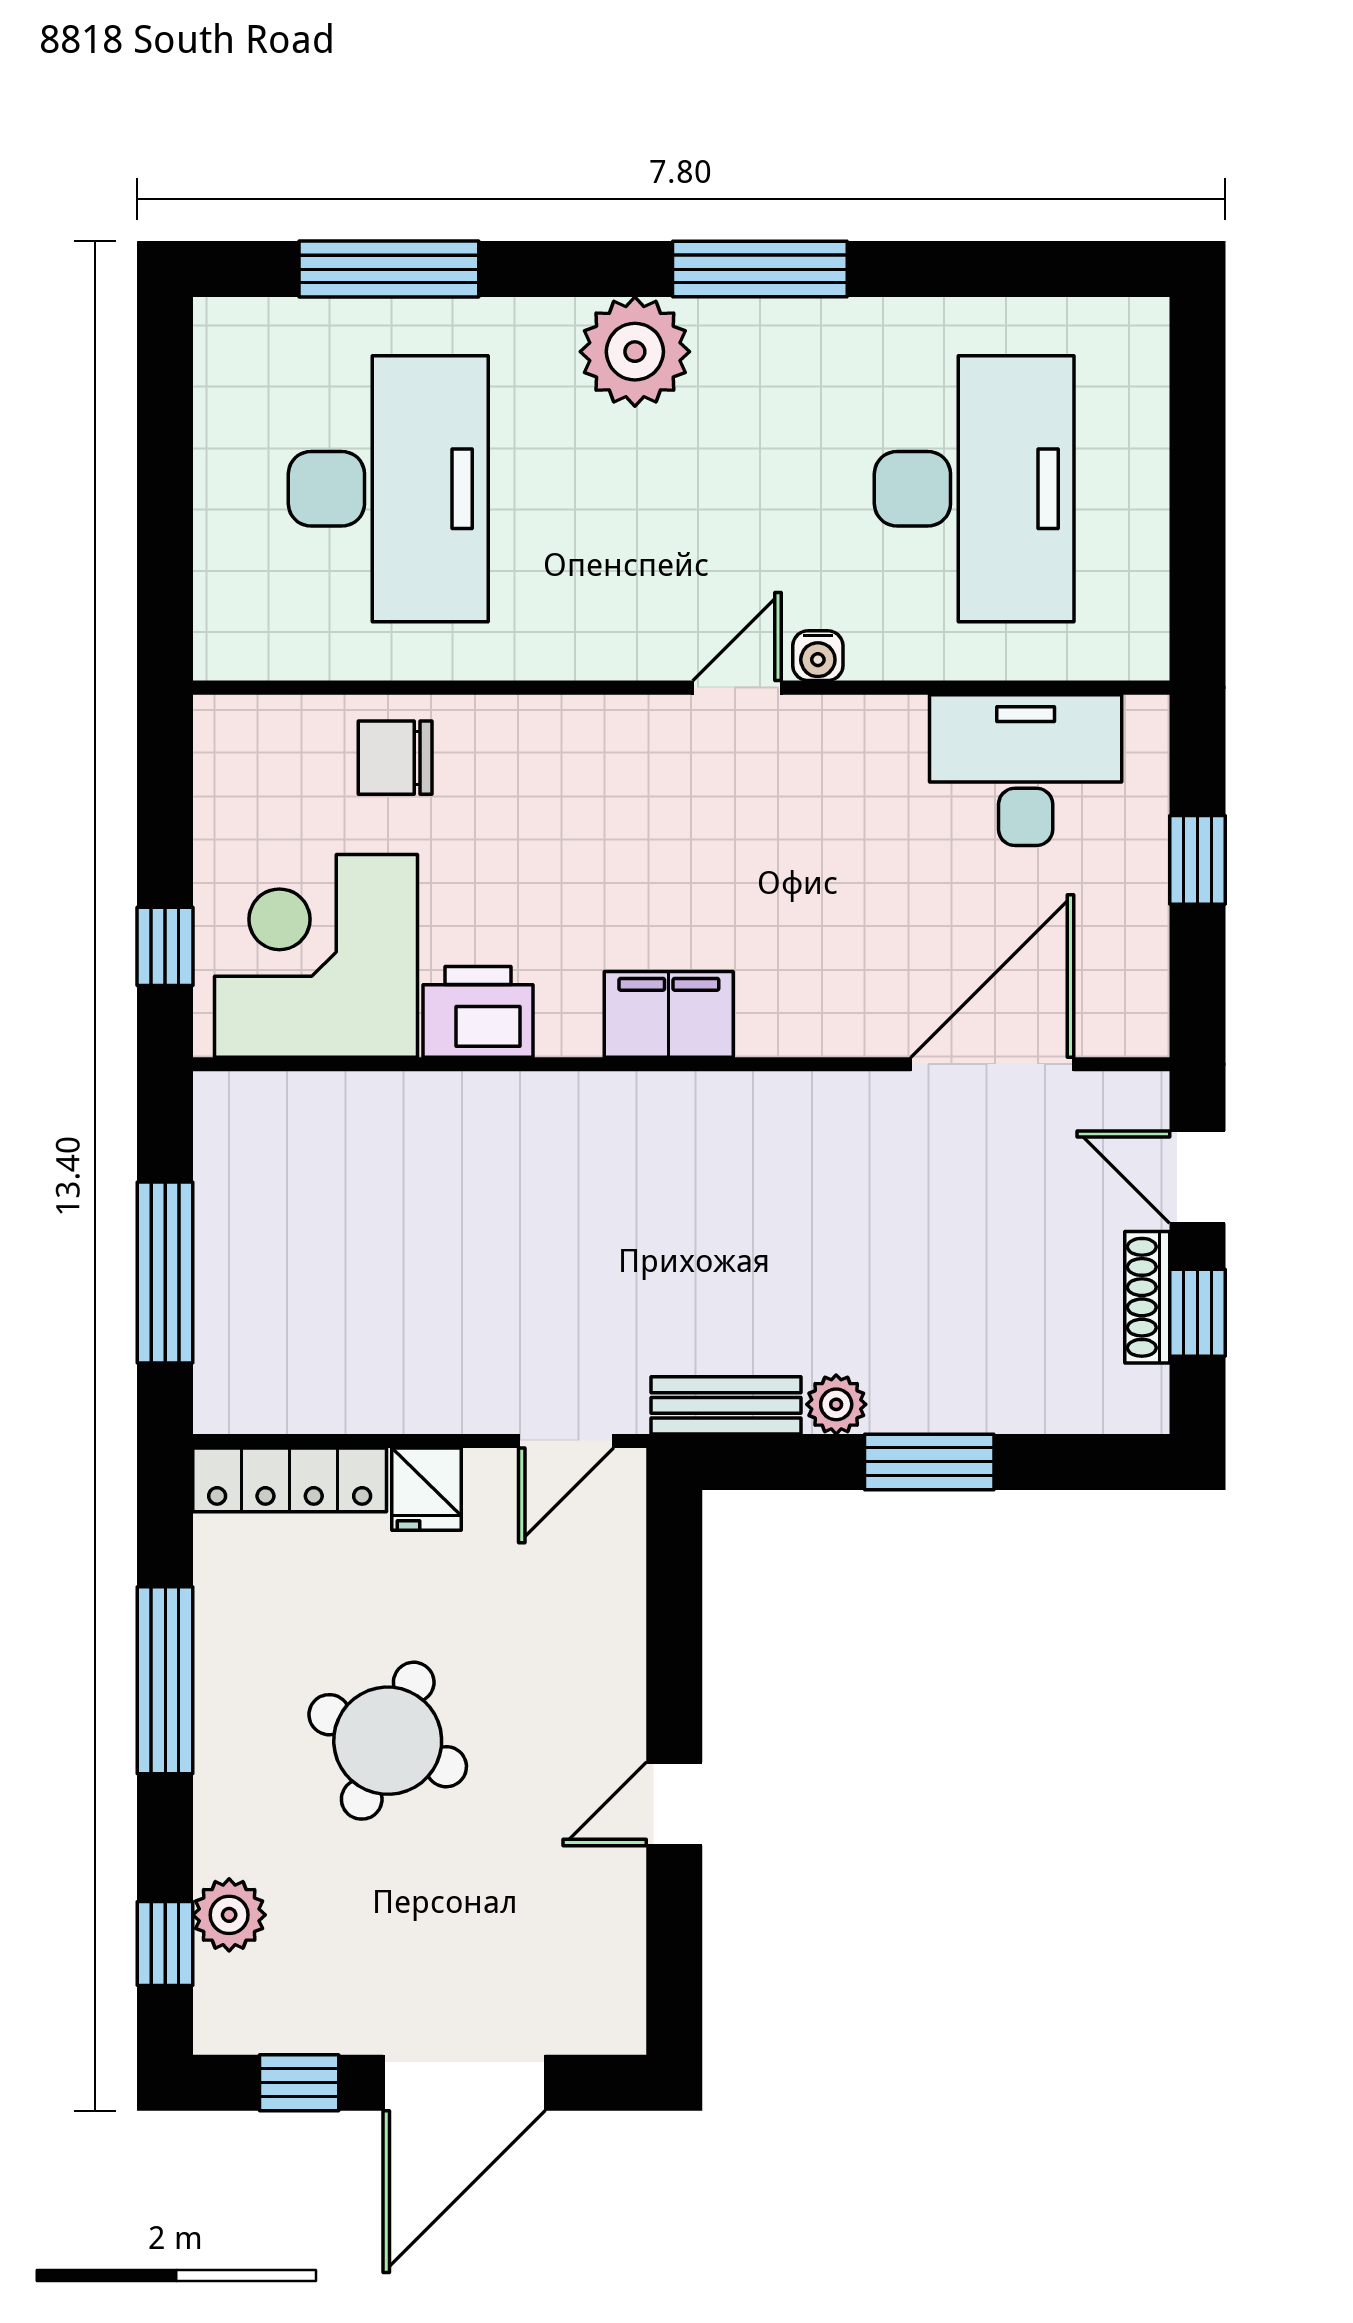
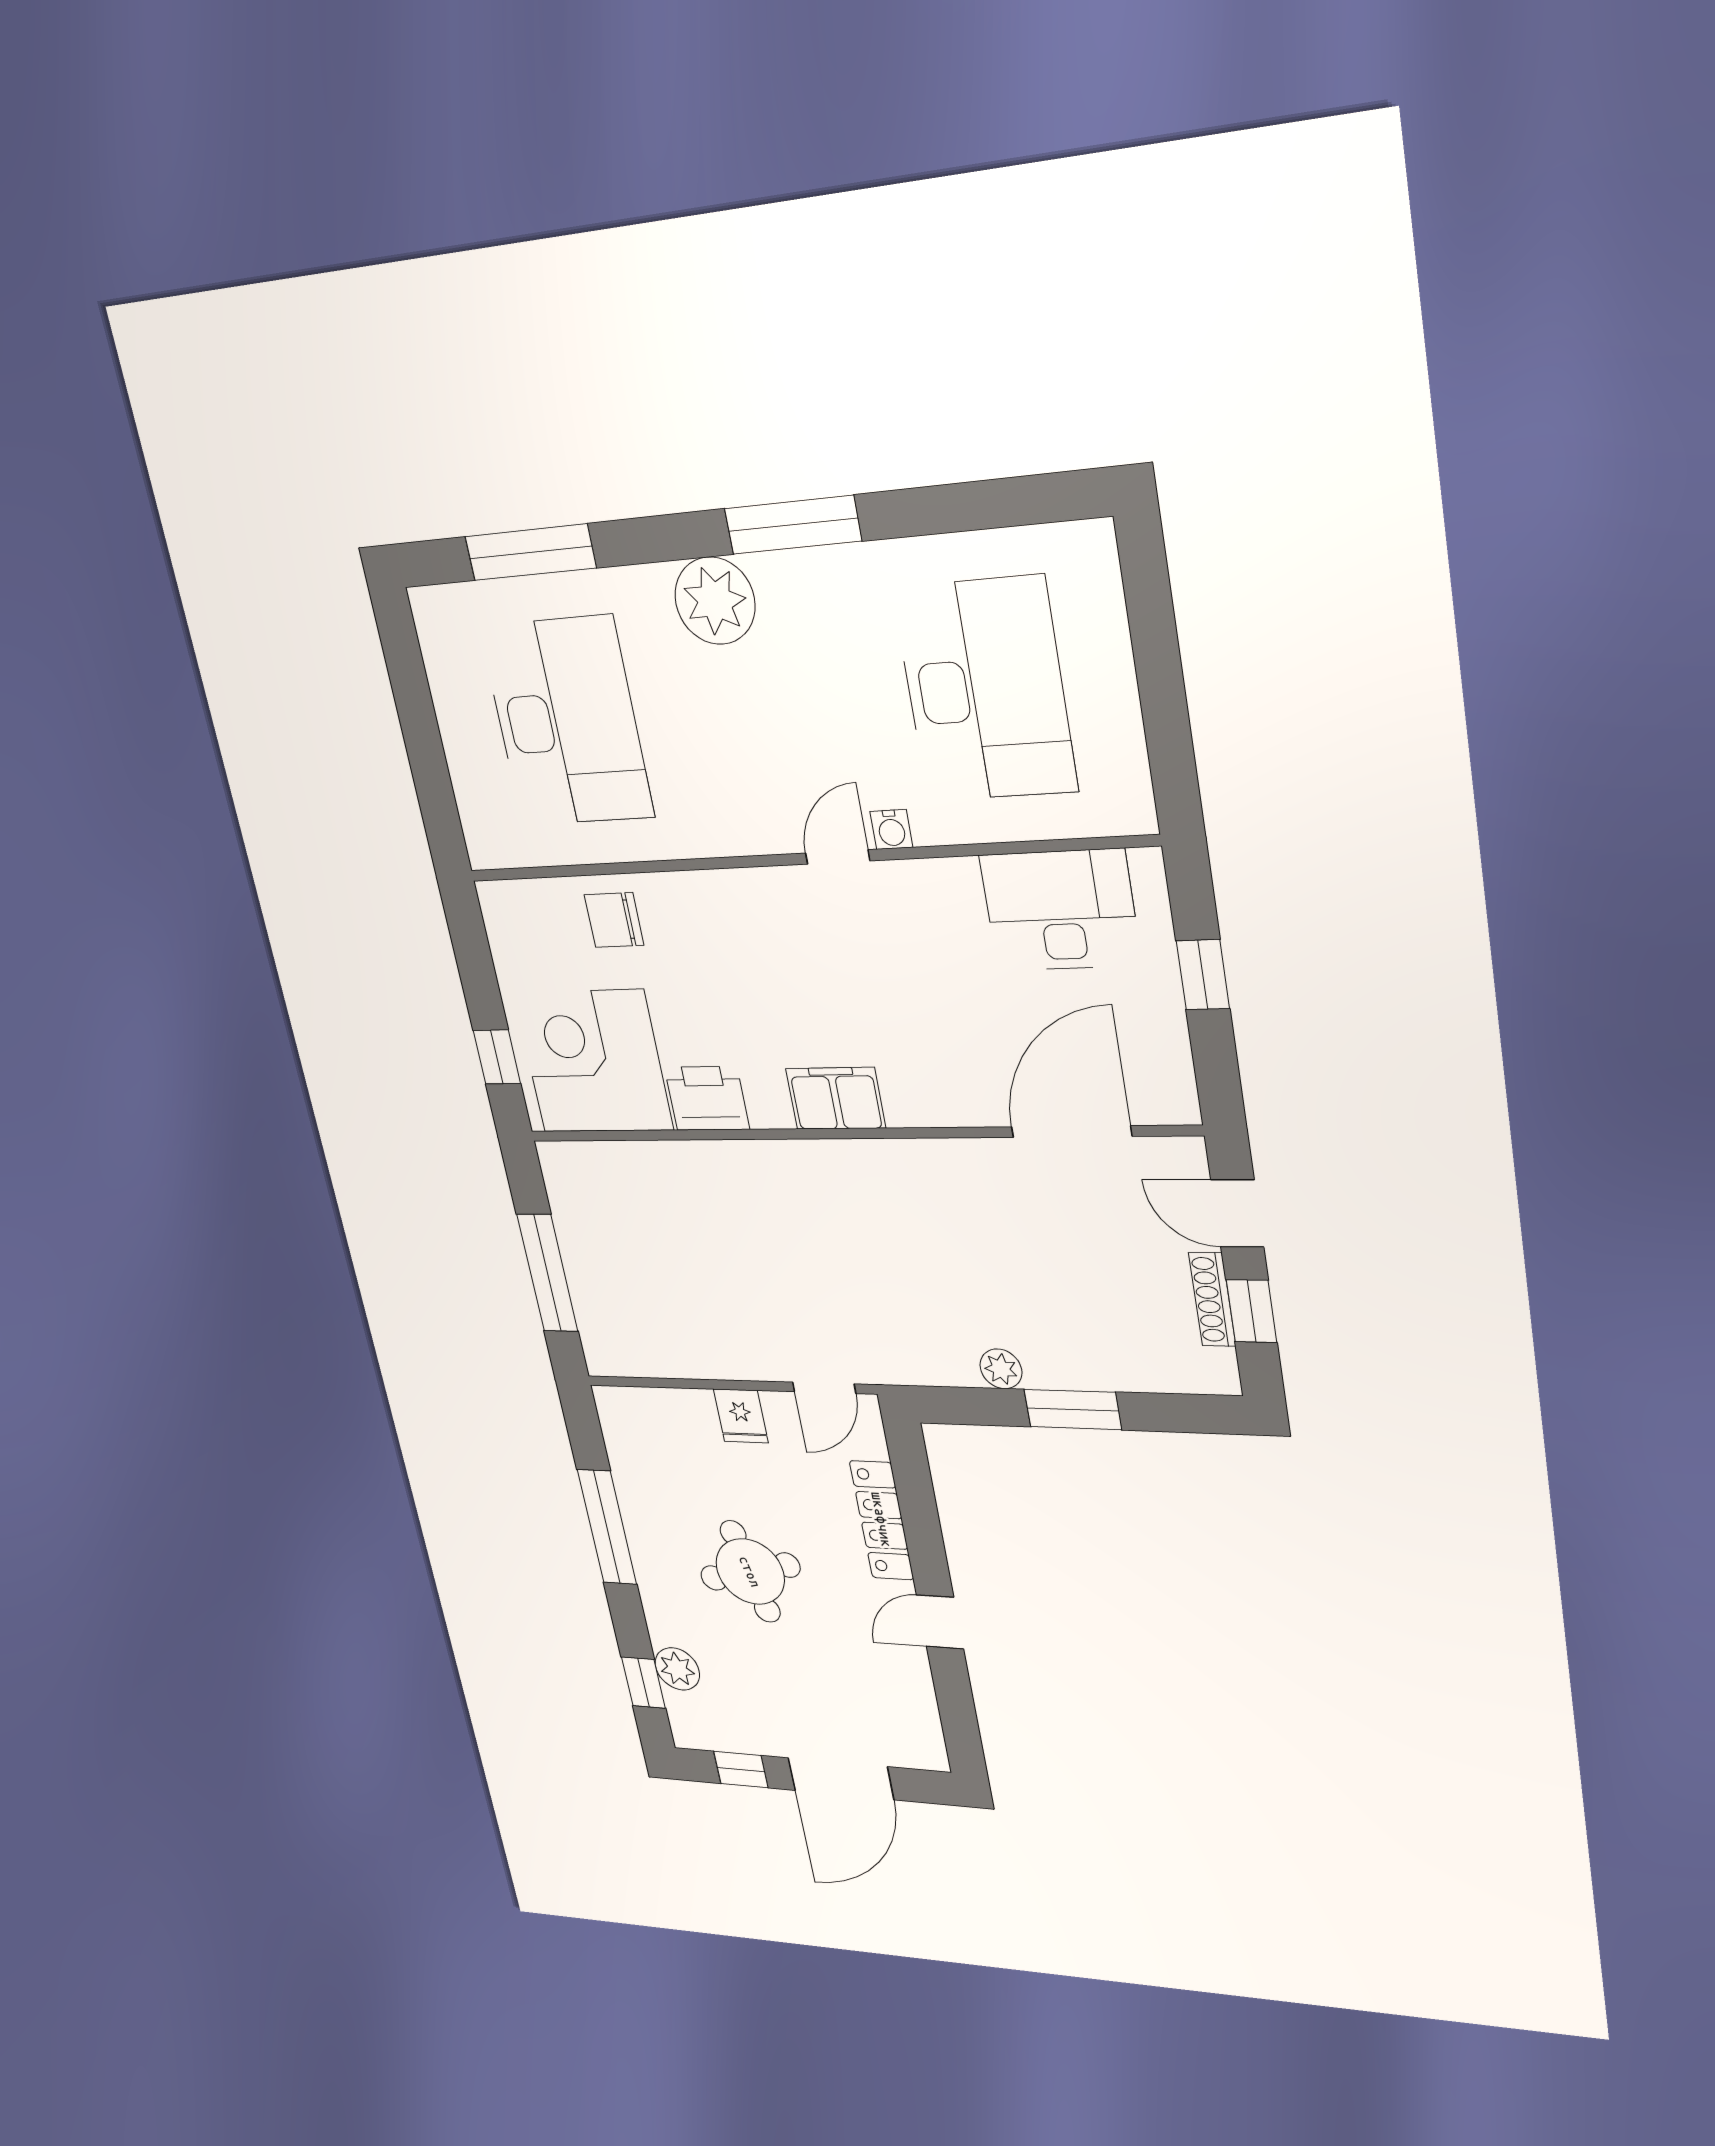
bench: (726, 1405) -> (926, 1367), removed
locker: (290, 1480) -> (882, 1520), moved, turned 90
round table: (388, 1741) -> (750, 1572), turned -37

